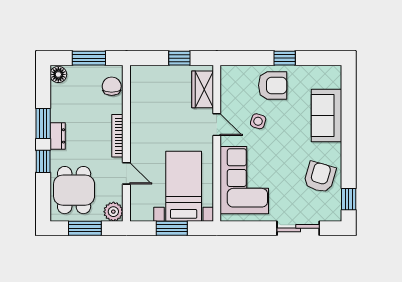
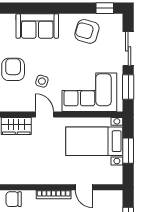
door: (217, 125) -> (45, 114), hinge flipped
door: (126, 173) -> (84, 187), swing flipped
plant: (113, 212) -> (115, 198), removed
window: (251, 228) -> (128, 87), added

